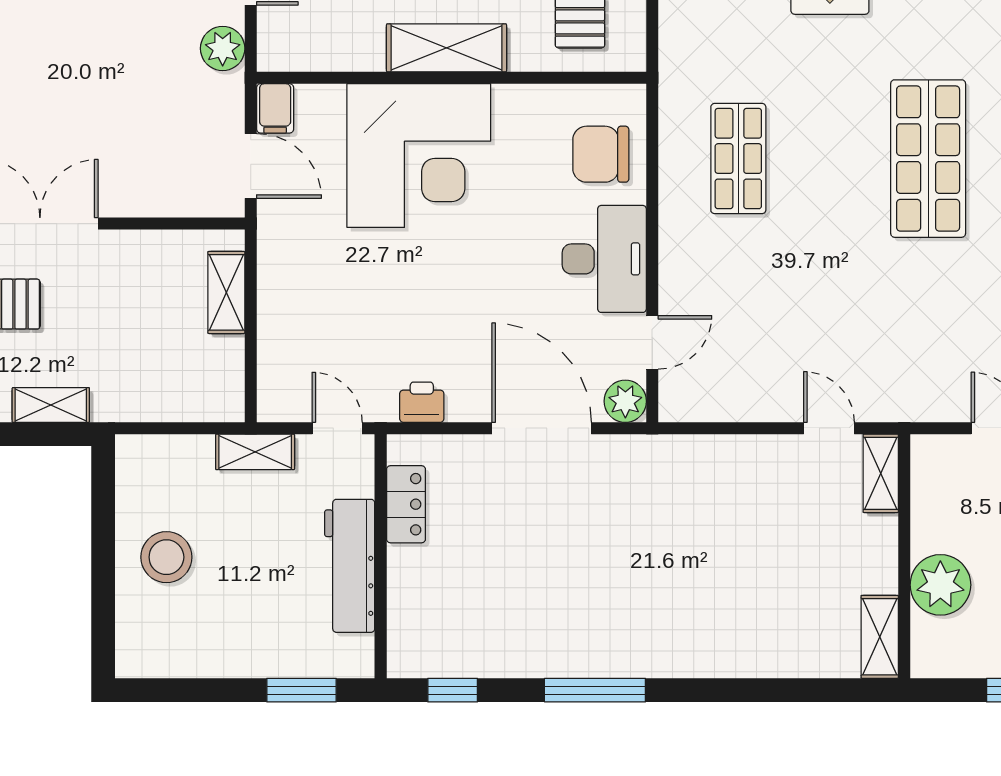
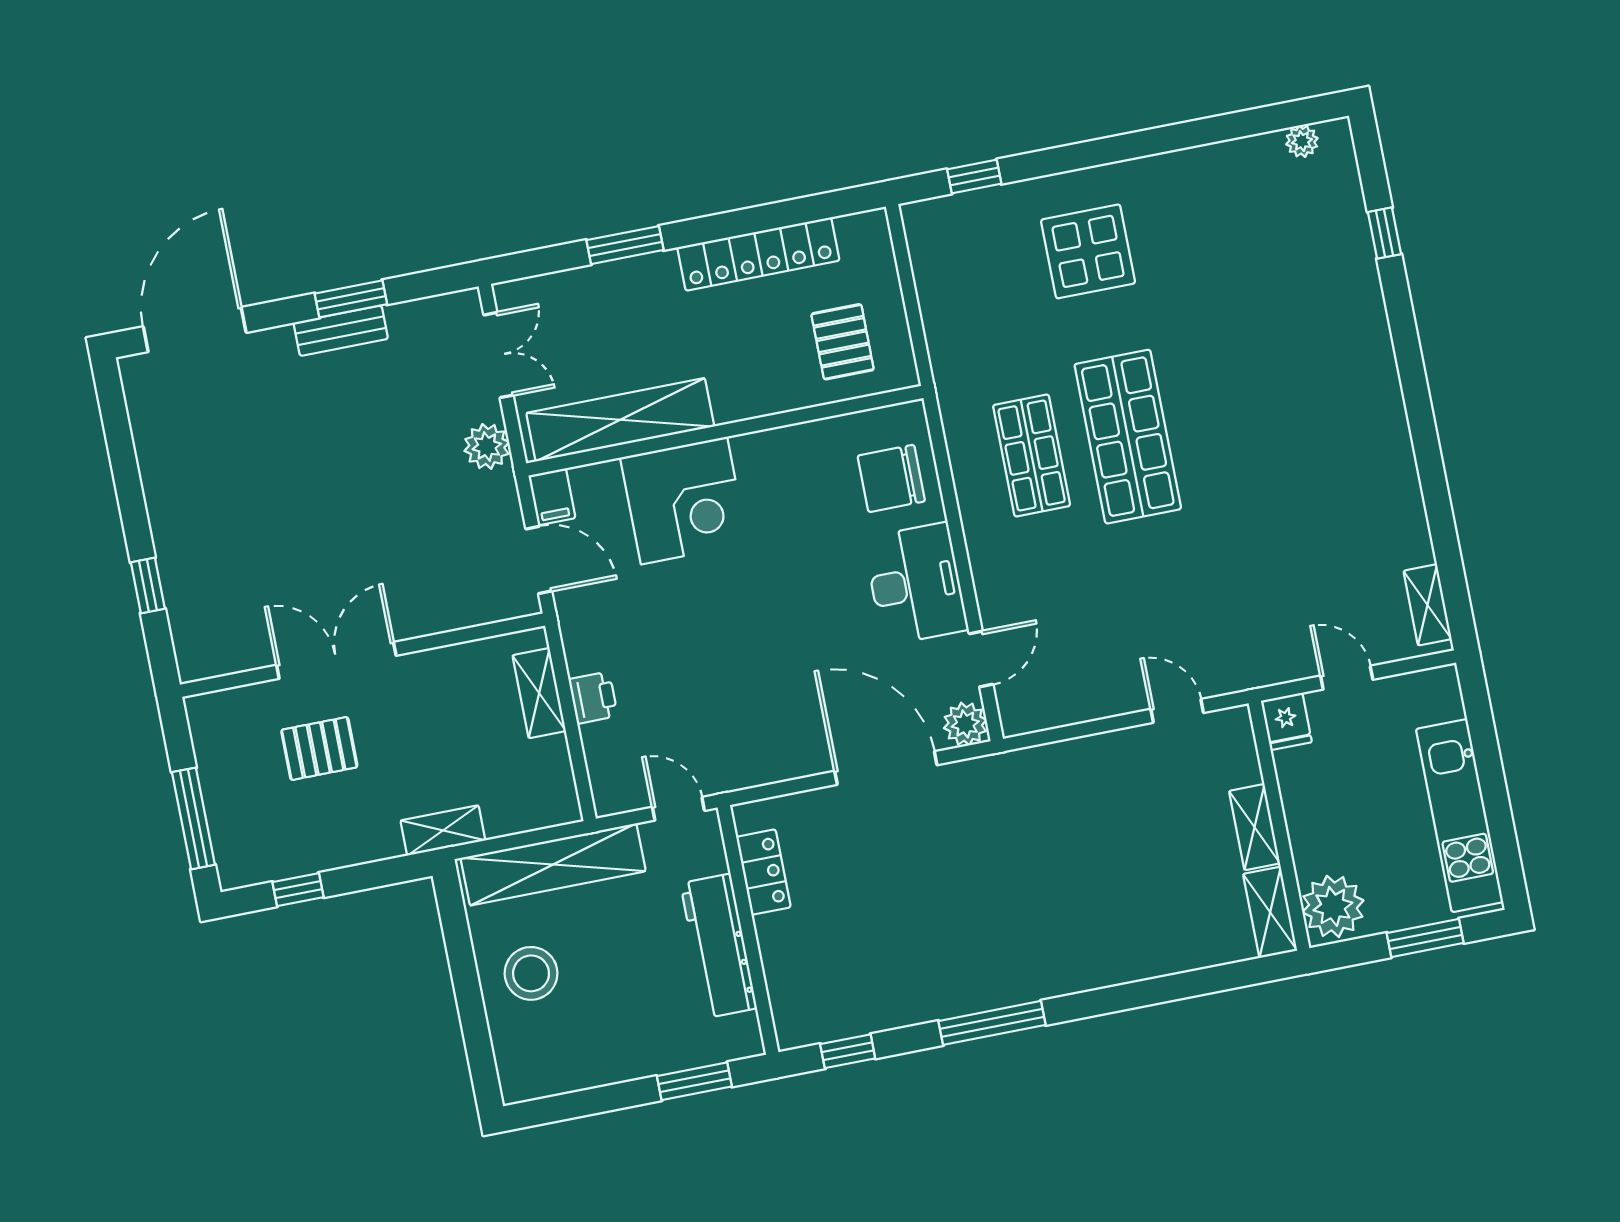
shelving: (446, 48) -> (620, 420), moved, width x1.47
corner desk: (419, 156) -> (684, 501), width x0.74, depth x0.74
shop shelf: (928, 159) -> (1128, 437), moved
printer: (422, 402) -> (593, 698), moved, turned 90
shelving: (51, 405) -> (443, 830), moved
shelving: (255, 452) -> (553, 864), width x2.20, depth x1.33
fridge: (931, 459) -> (1286, 721), added
shelving: (881, 473) -> (1254, 827), moved
plant: (940, 585) -> (1333, 906), moved

